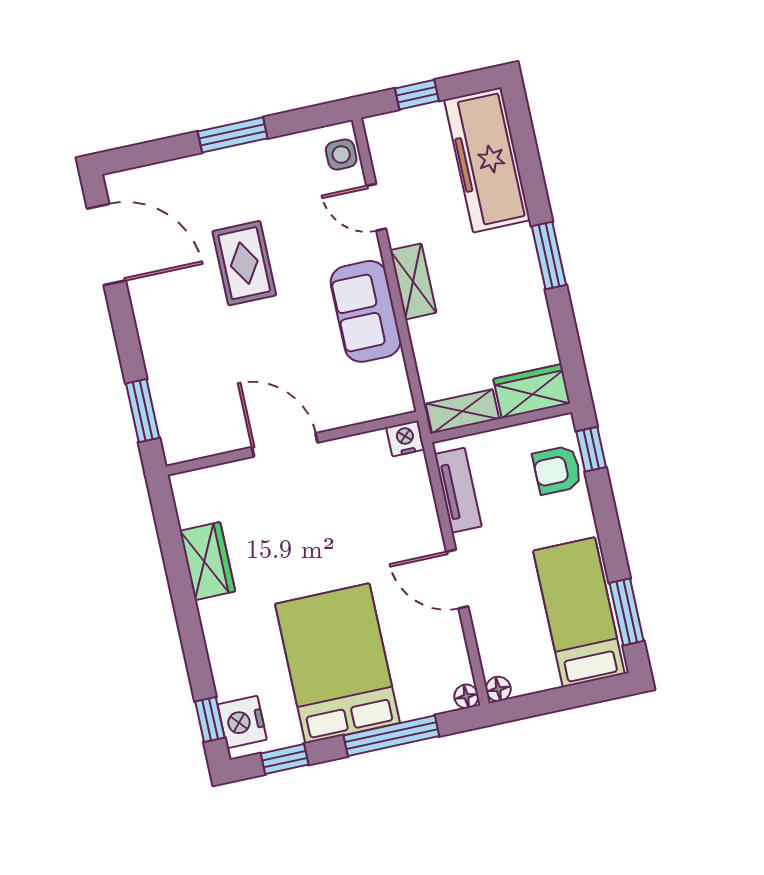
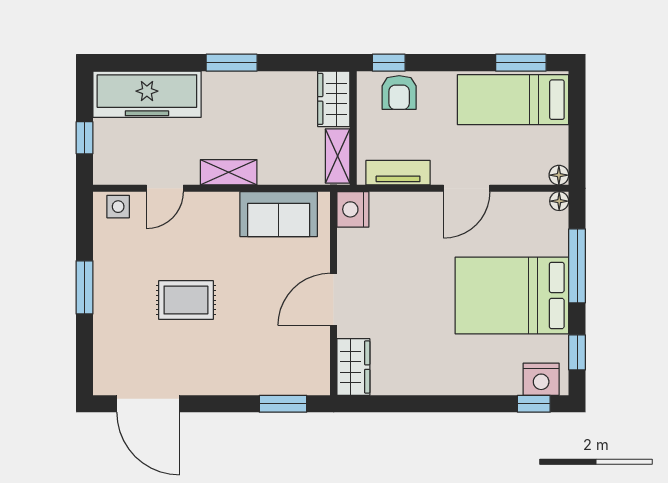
door: (106, 245) -> (148, 404), swing flipped
sofa: (366, 311) -> (279, 214), moved
nightstand: (405, 438) -> (353, 209), width x1.36, depth x1.33
wardrobe: (207, 561) -> (353, 367), moved, turned 90

